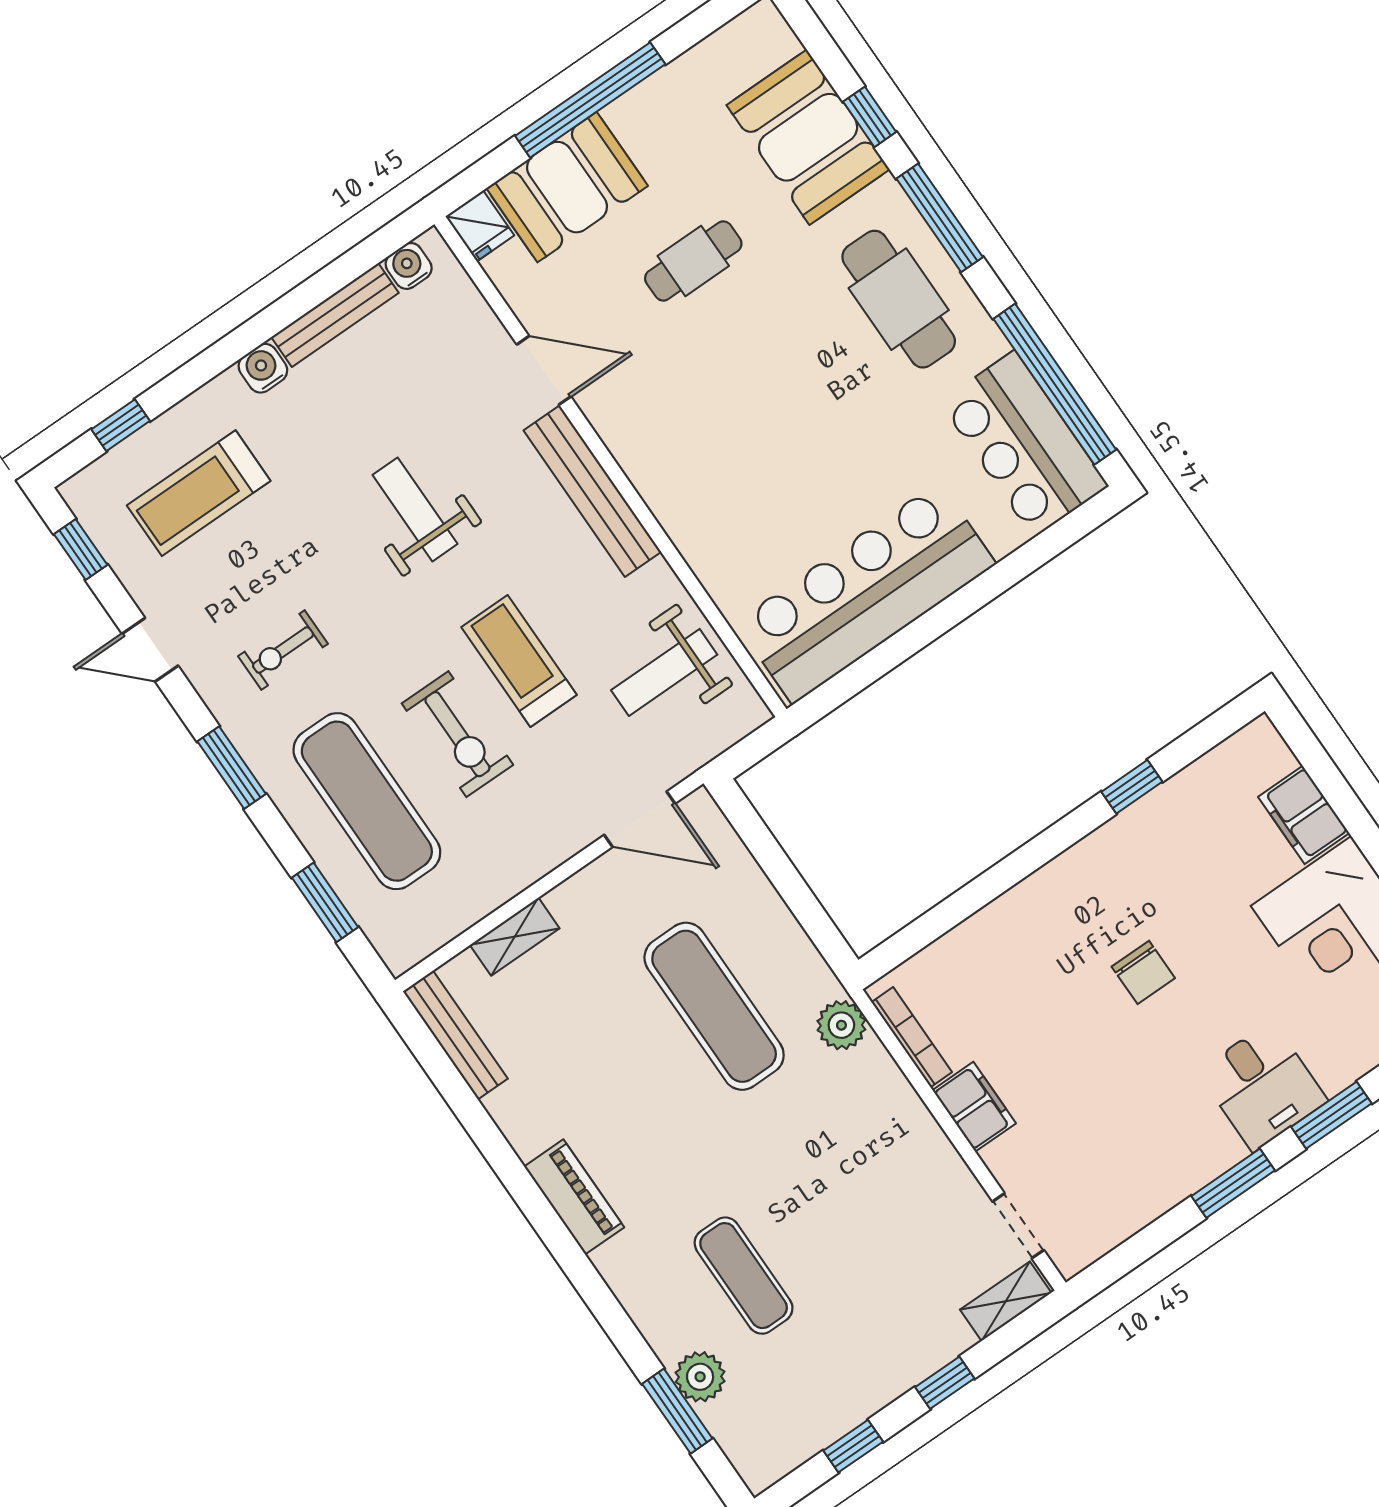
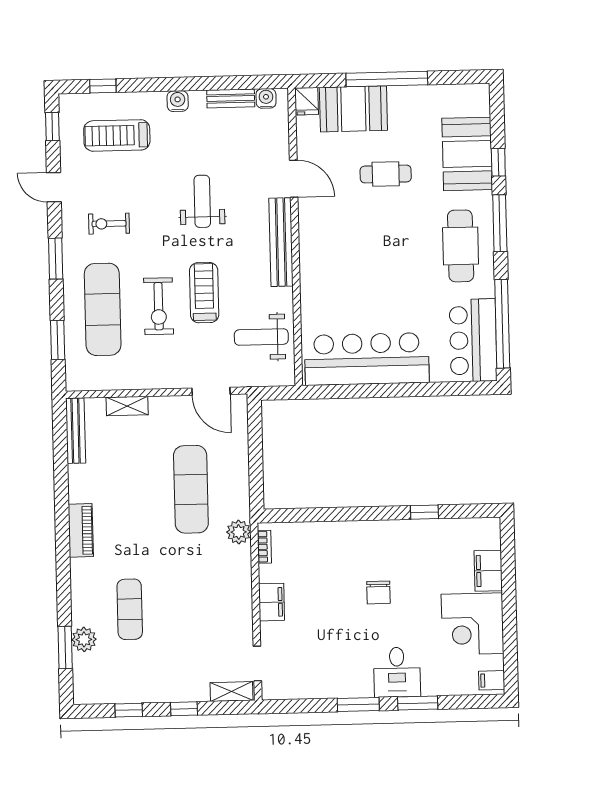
bench: (335, 315) -> (231, 98), width x0.73
bookcase: (912, 1037) -> (264, 547), width x0.64

